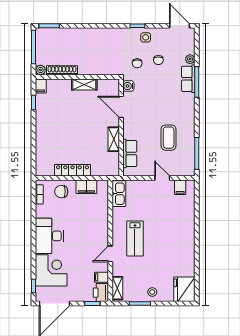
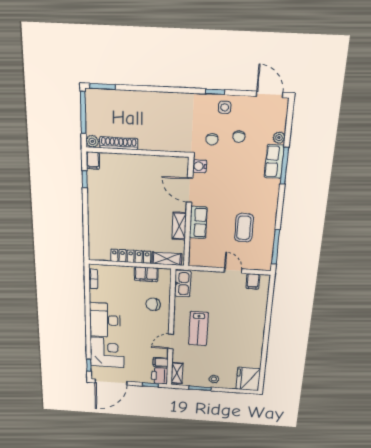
shelving: (84, 84) -> (167, 259), moved
row of seats: (130, 154) -> (198, 222), moved
chair: (61, 192) -> (153, 304), moved

